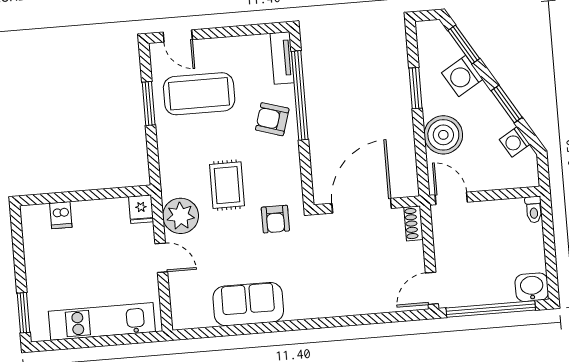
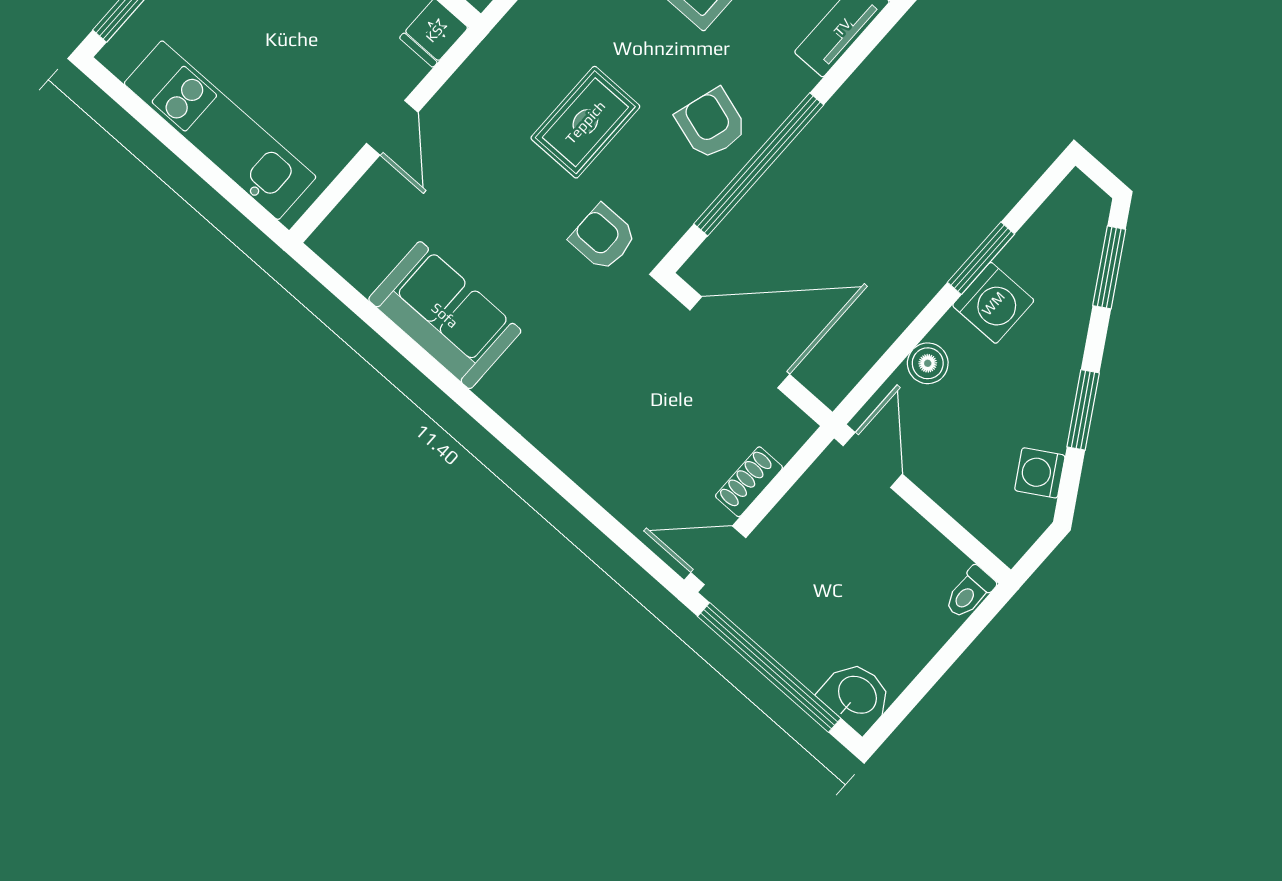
washing machine: (462, 76) -> (993, 303), moved, turned -149
window: (300, 95) -> (759, 164), moved
armchair: (272, 119) -> (711, 124), moved
boiler: (443, 135) -> (928, 363), width x0.54, depth x0.54
plant: (181, 216) -> (478, 98), removed
armchair: (275, 219) -> (603, 237), turned 90
shoe rack: (414, 223) -> (749, 482), moved

